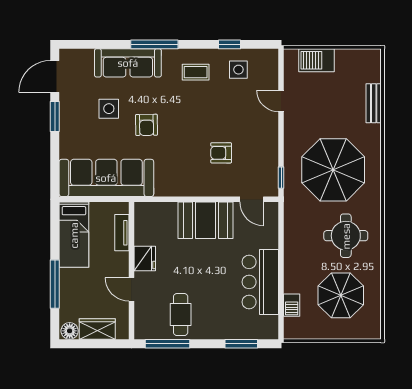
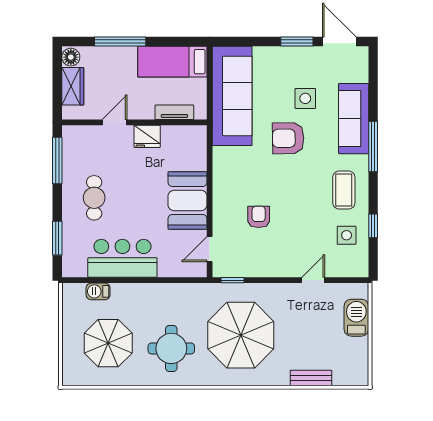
coffee table: (196, 72) -> (344, 190), width x1.36, depth x1.30
armchair: (147, 125) -> (288, 138), width x1.38, depth x1.38
cafe table: (181, 315) -> (94, 198), moved, turned 90

